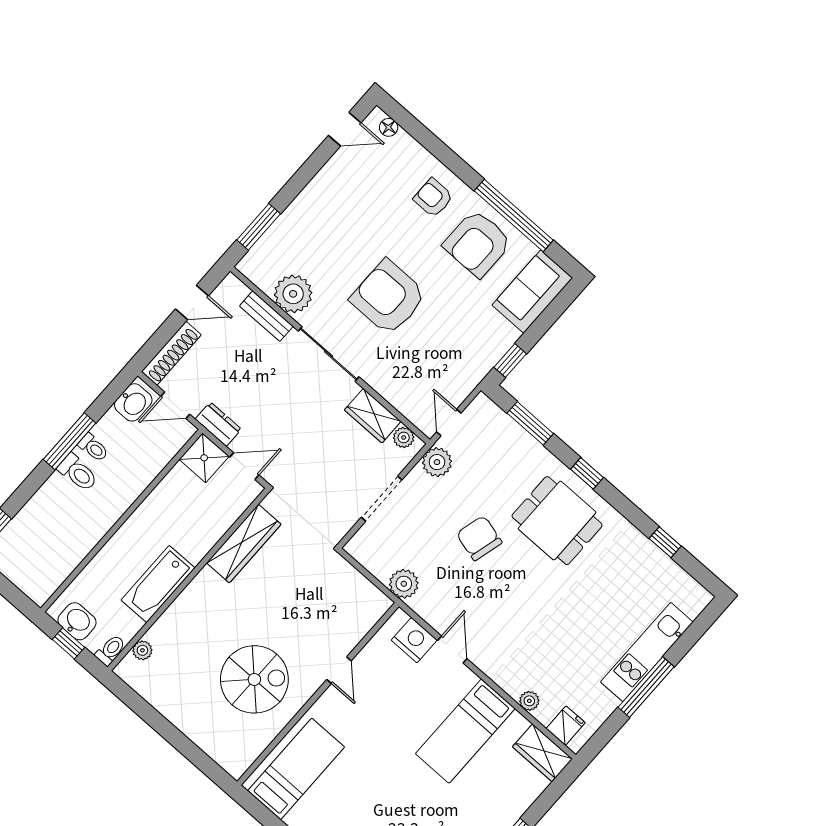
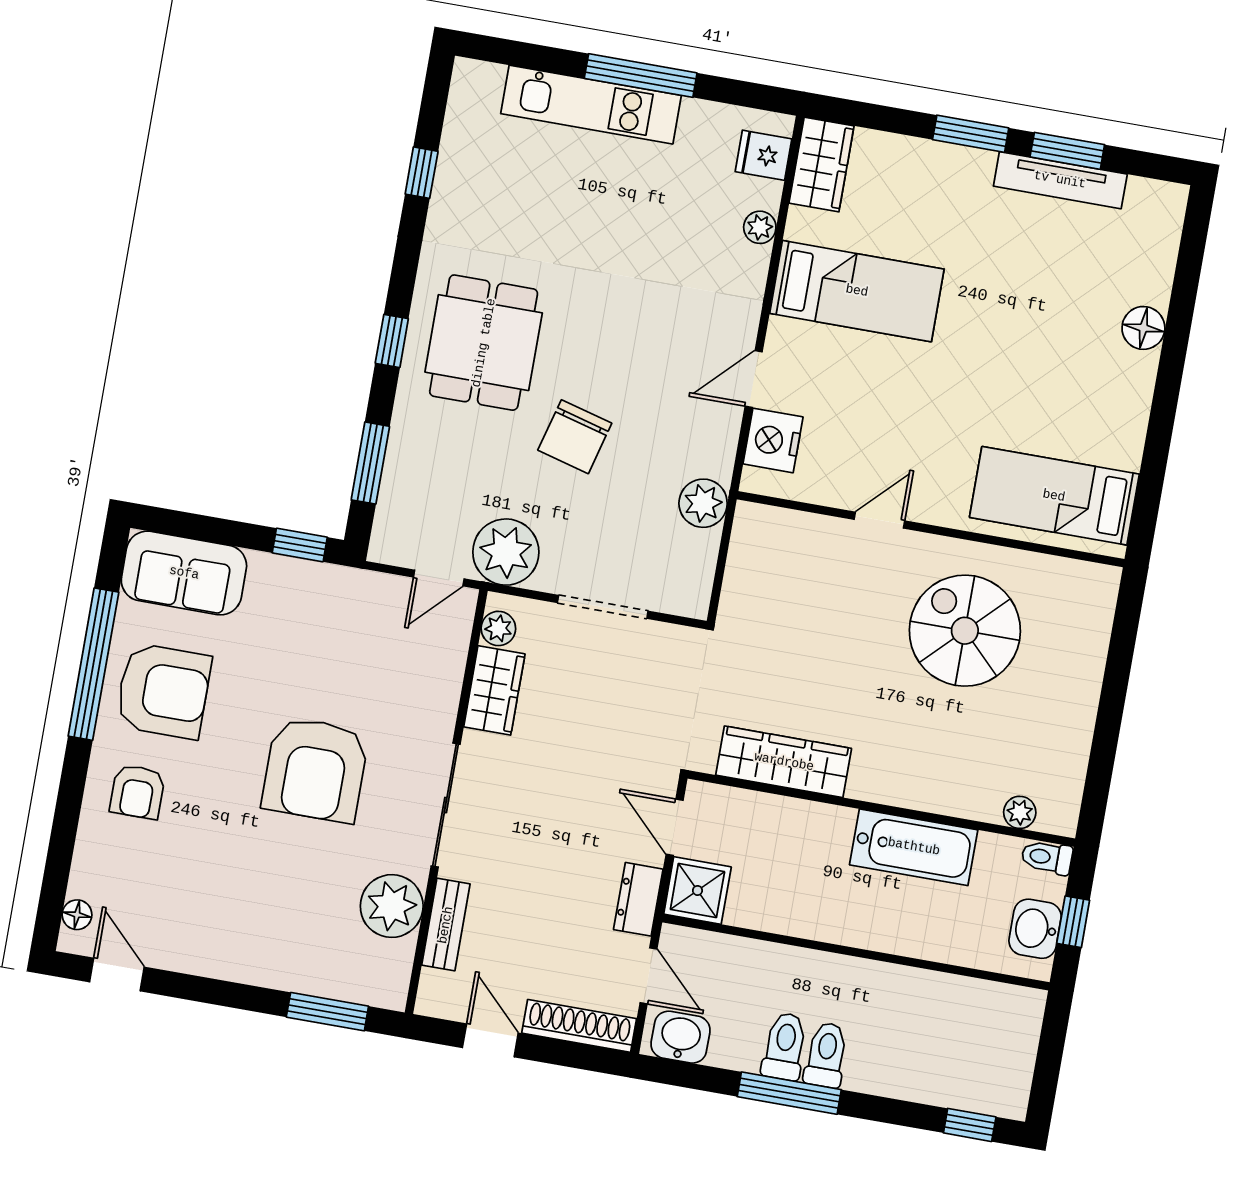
toilet: (93, 448) -> (785, 1046), width x1.37, depth x1.39
plant: (437, 462) -> (506, 552), width x1.36, depth x1.36

